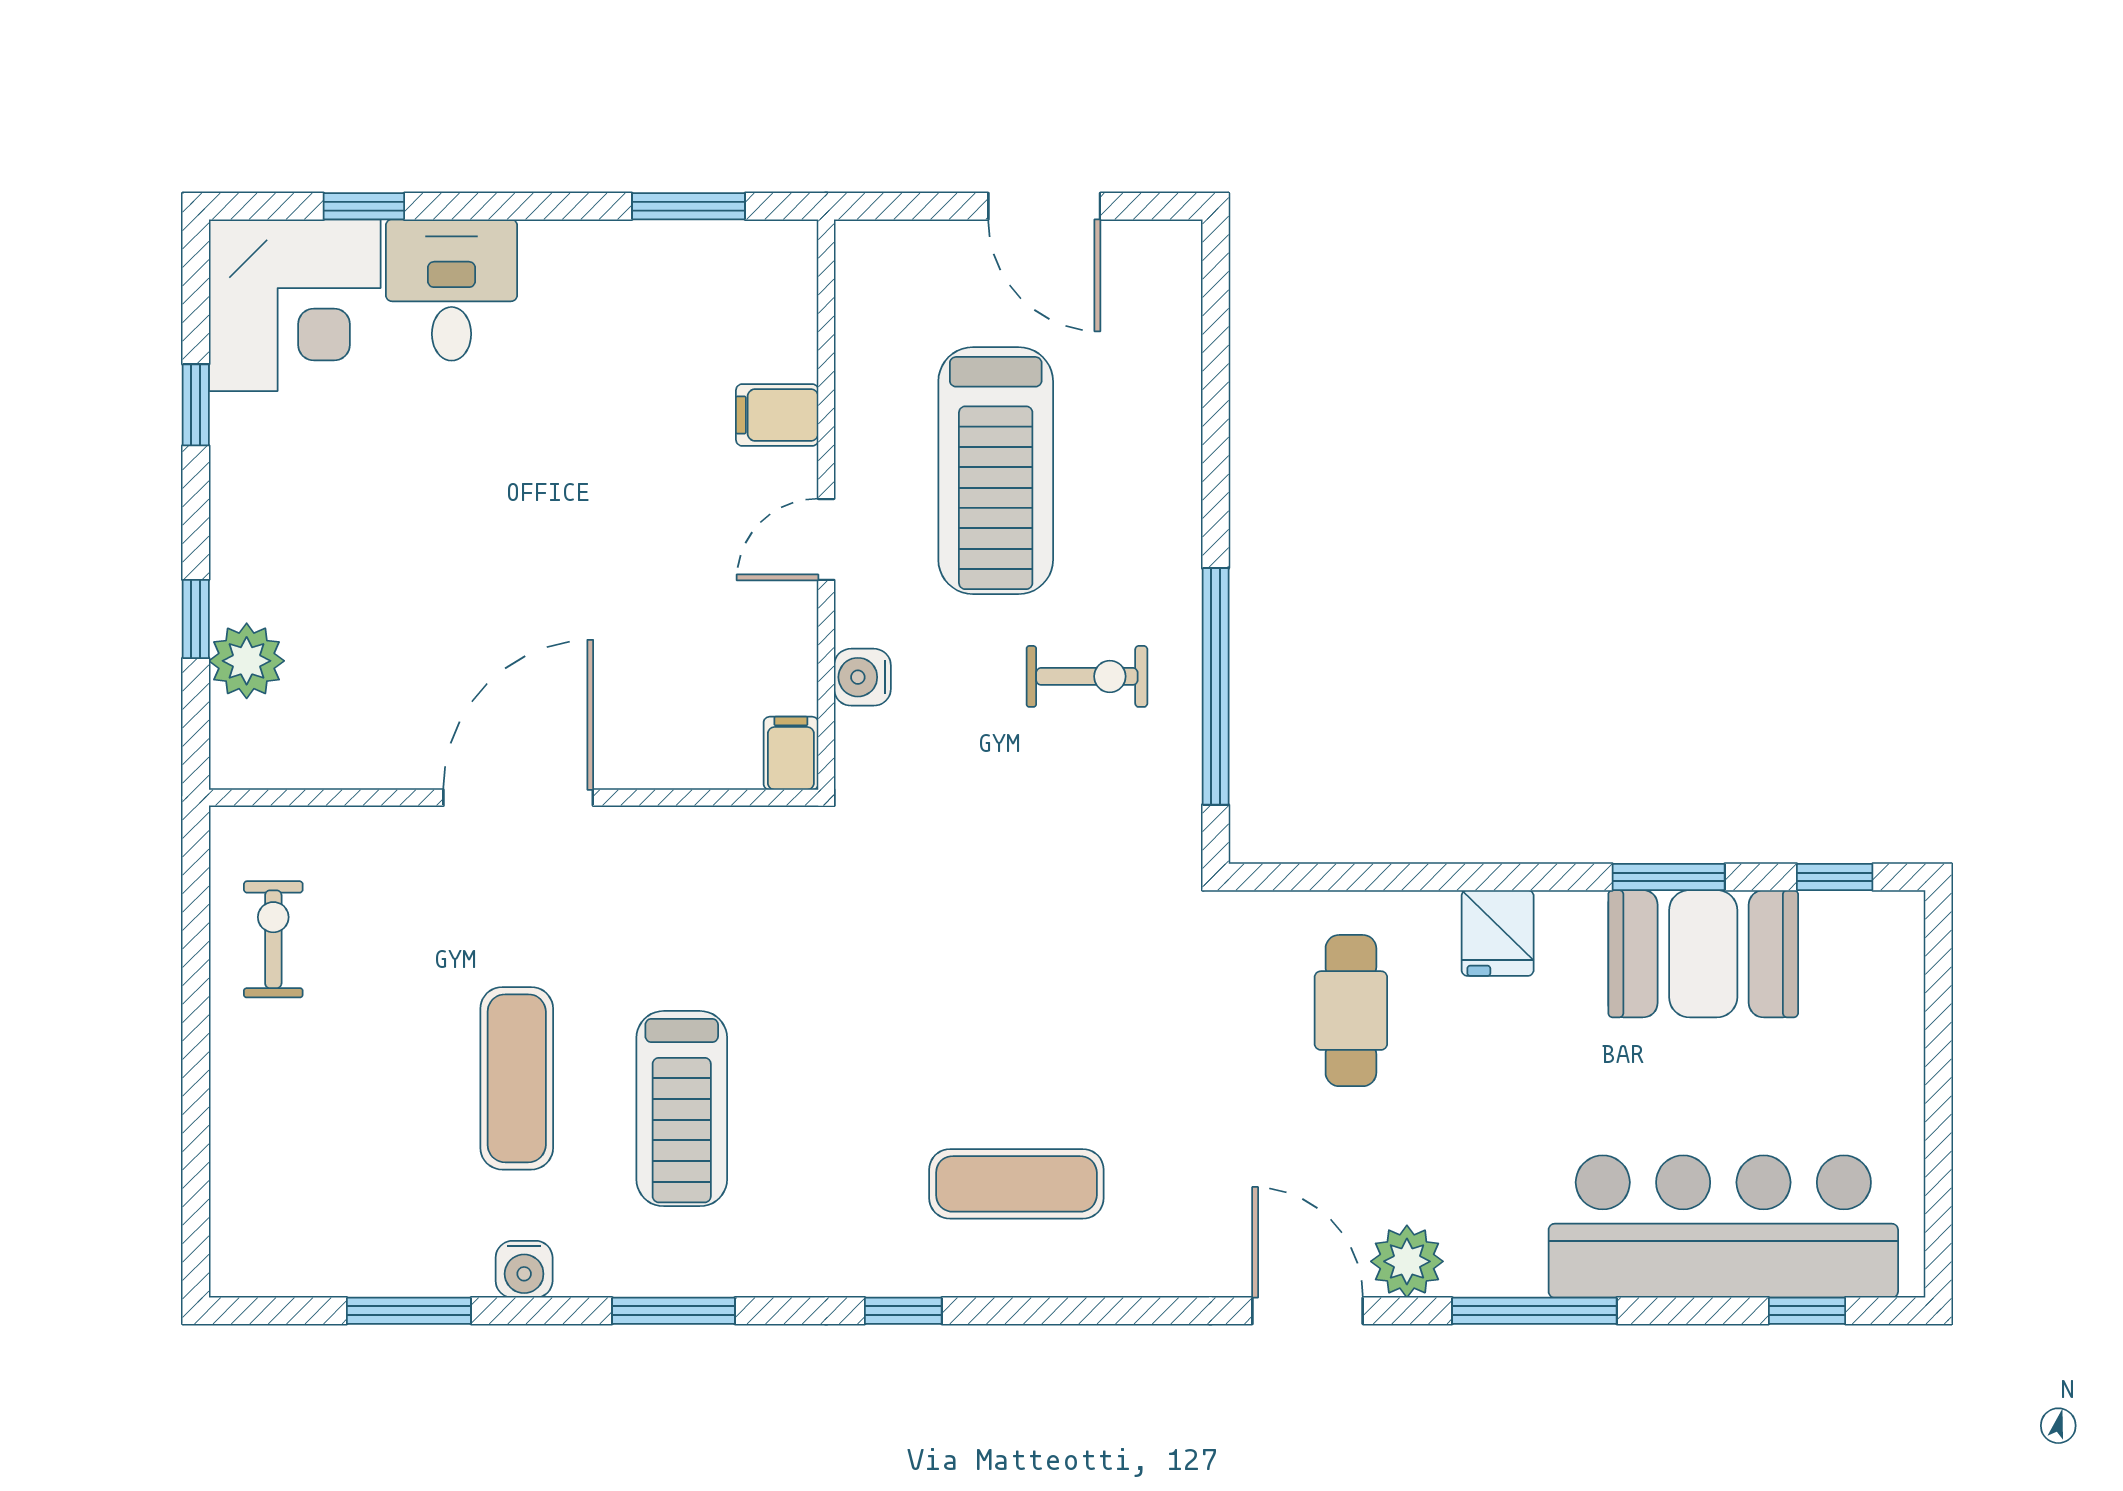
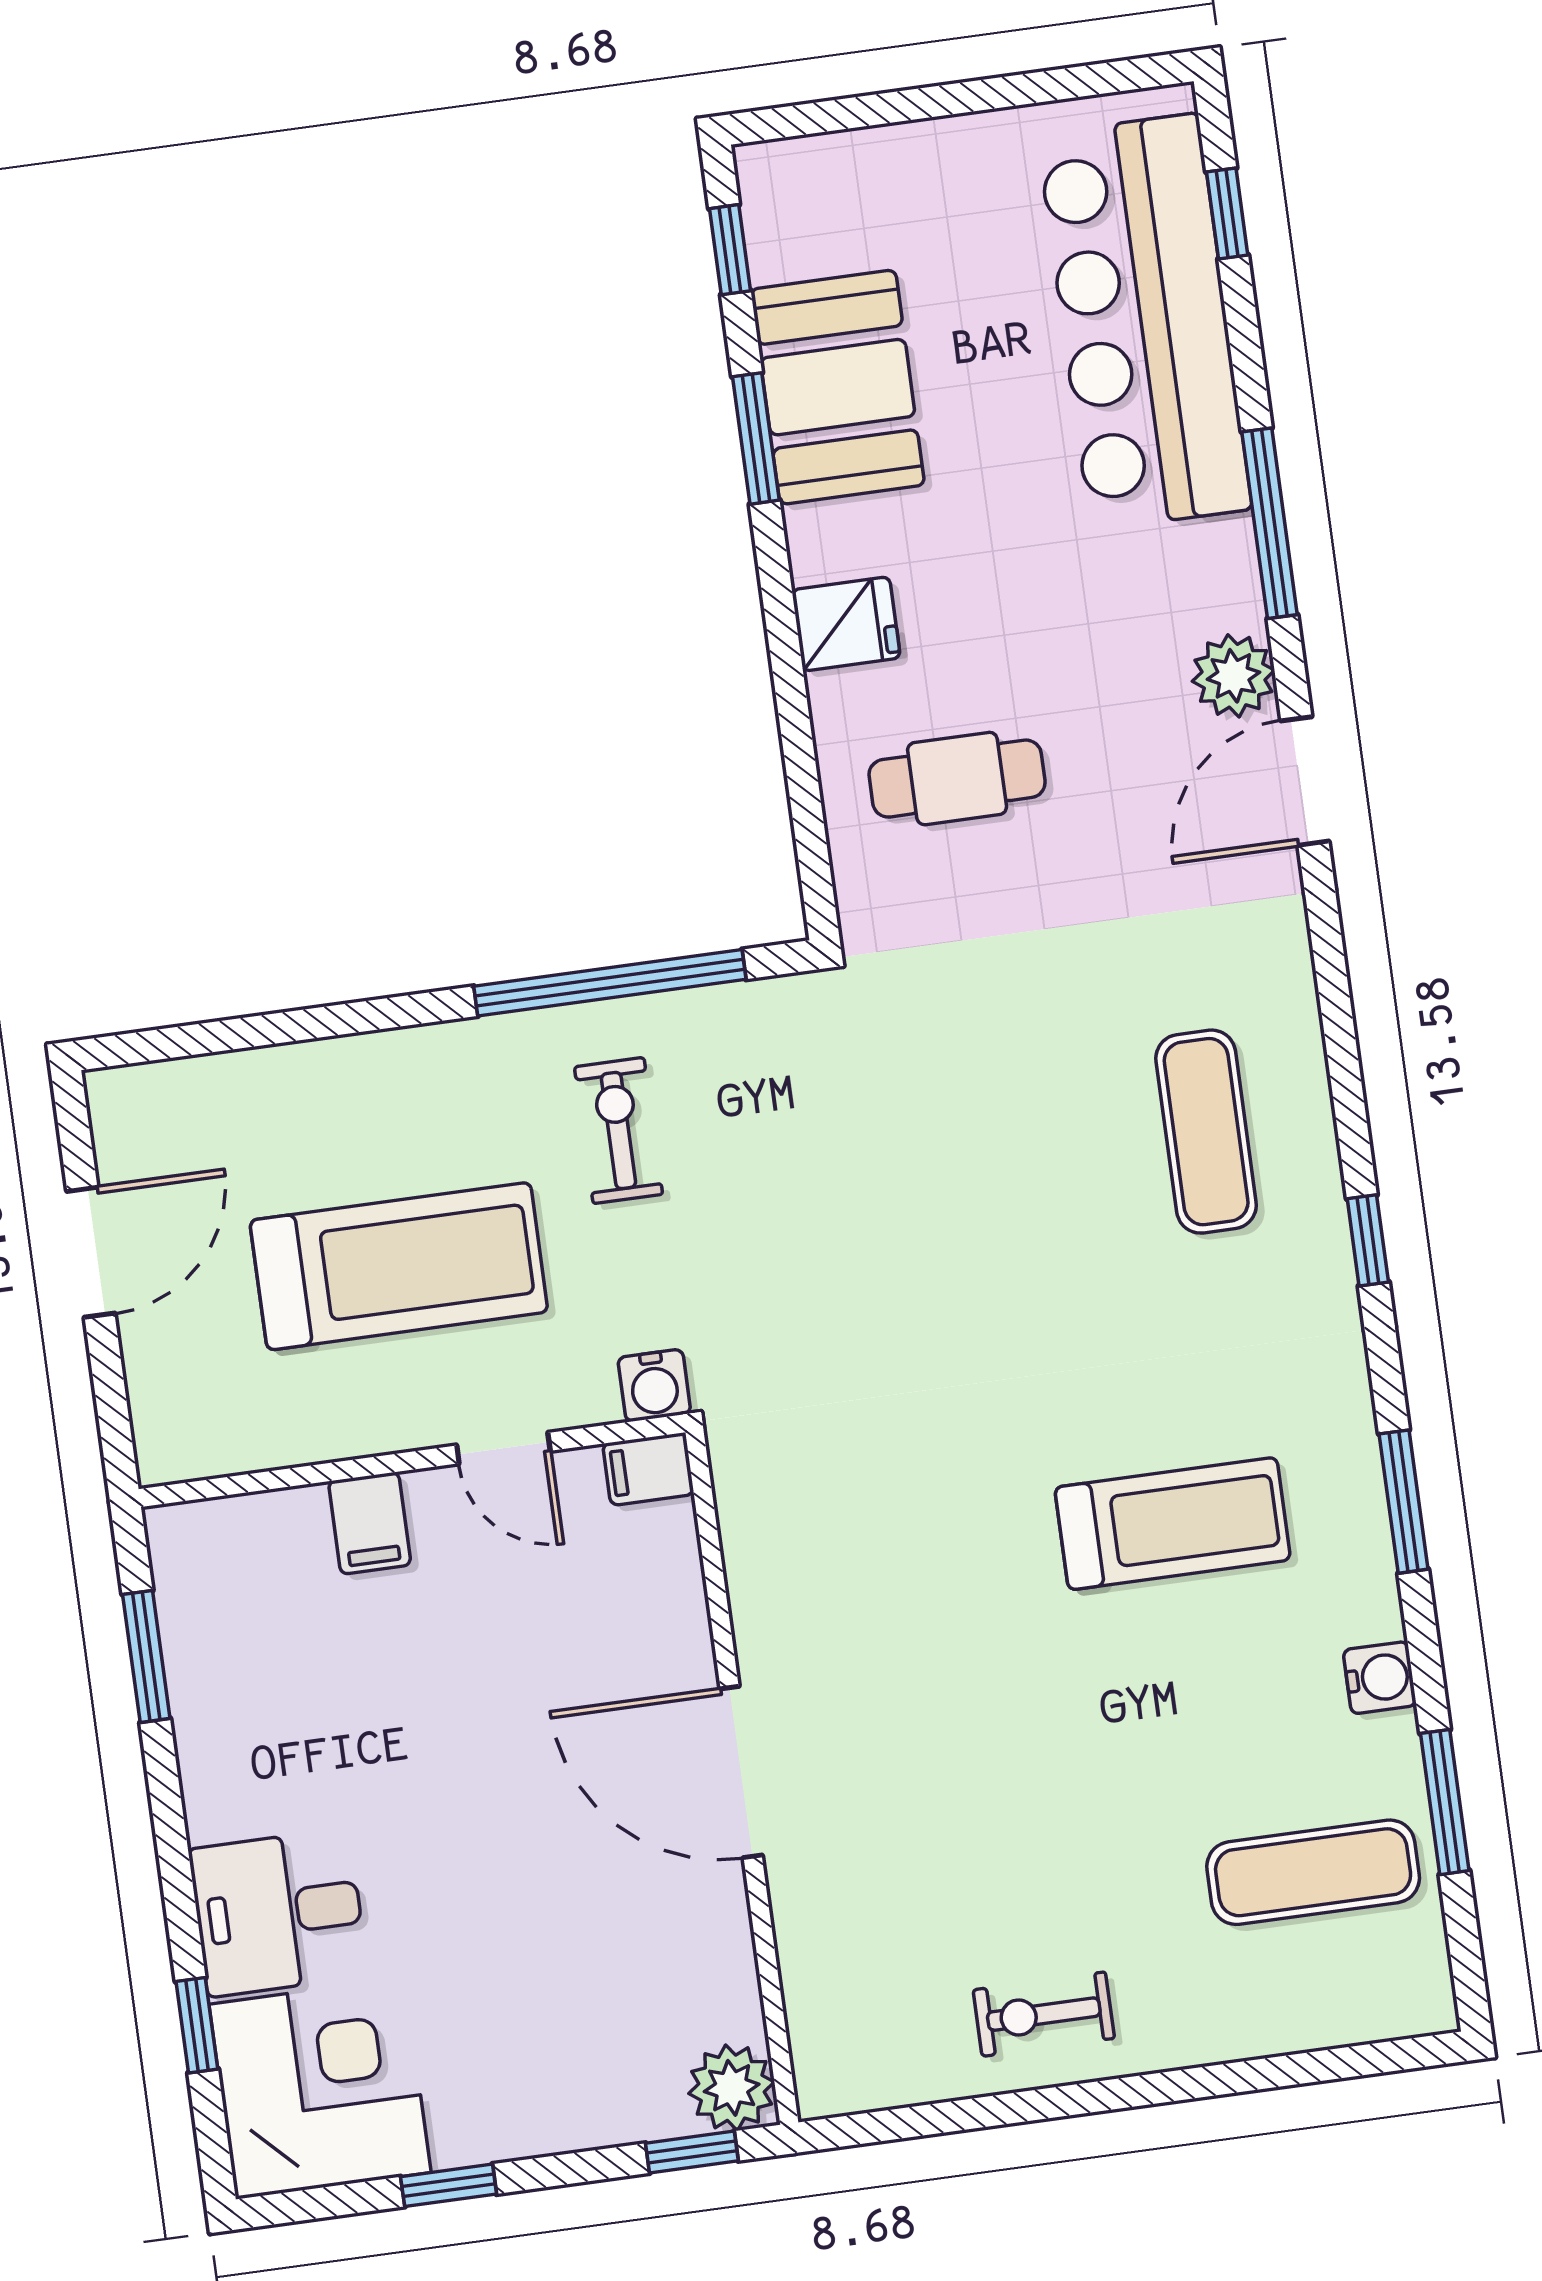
filing cabinet: (791, 753) -> (648, 1469), moved
wall: (514, 798) -> (742, 1777), moved
door: (518, 798) -> (741, 1772), moved
exercise mat: (517, 1078) -> (1313, 1872), moved

